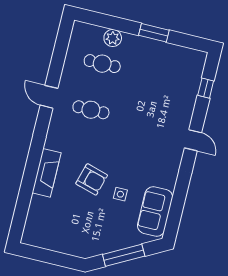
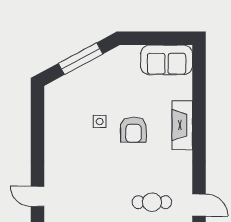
armchair: (92, 179) -> (133, 130), turned -106
sofa: (155, 211) -> (167, 60), moved, turned 90

